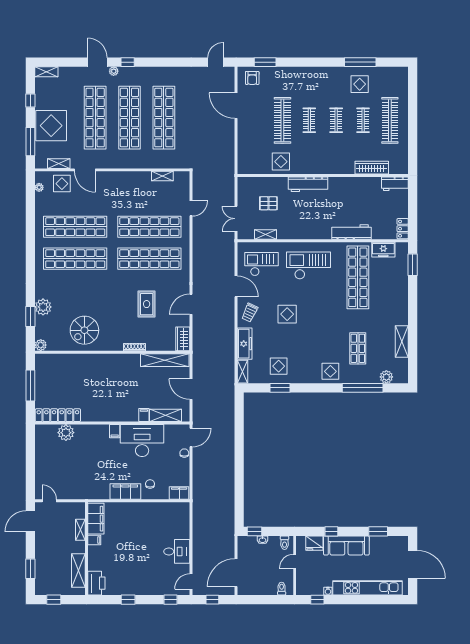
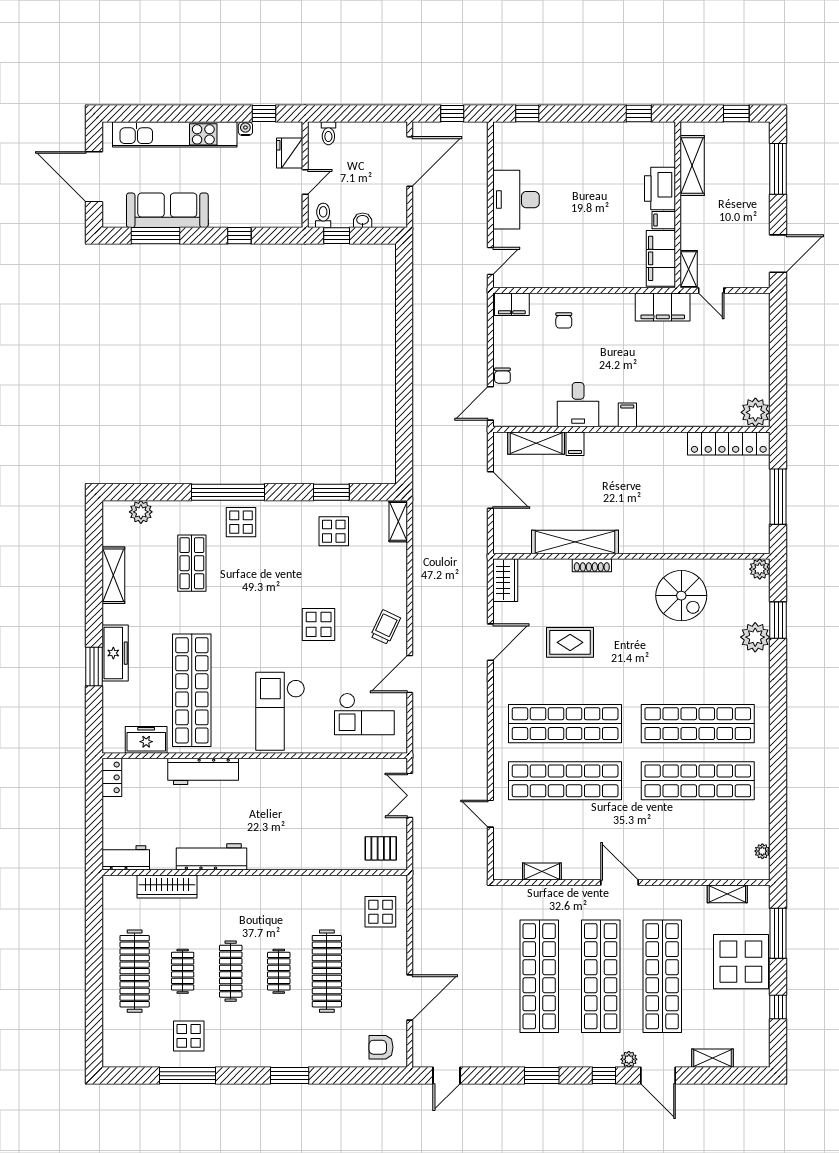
window: (162, 62) -> (542, 1076), added
window: (265, 62) -> (290, 1076), moved
shelving: (46, 72) -> (712, 1058), moved
armchair: (252, 78) -> (381, 1047), turned -90
door: (236, 106) -> (410, 998), hinge flipped
clothes rail: (336, 120) -> (231, 971), width x1.36
display table: (281, 162) -> (380, 912), moved
door: (85, 170) -> (620, 883), moved
display table: (62, 184) -> (722, 858), removed
workbench: (308, 184) -> (212, 857), moved
pallet: (268, 203) -> (381, 848), moved
door: (191, 208) -> (490, 814), hinge flipped
double door: (236, 219) -> (410, 795), swing flipped
shelving: (265, 235) -> (357, 767), removed
window: (413, 265) -> (94, 666), moved
checkout: (309, 266) -> (280, 711), turned 90
door: (236, 286) -> (410, 674), hinge flipped
rug: (147, 304) -> (570, 642), turned 90
spiral stairs: (84, 330) -> (681, 596), turned 90
freezer: (245, 344) -> (115, 653), moved, turned 180
shelving: (165, 360) -> (575, 542), moved
window: (363, 388) -> (228, 492), moved
plant: (66, 433) -> (755, 412), moved
desk: (142, 441) -> (578, 405), width x0.53, depth x0.77
filing cabinet: (125, 491) -> (663, 307), moved
door: (49, 501) -> (711, 290), moved
shelving: (80, 530) -> (689, 269), moved
window: (255, 531) -> (337, 236), moved
window: (378, 531) -> (156, 236), width x1.44
fridge: (314, 543) -> (290, 153), moved, turned -90
sofa: (346, 546) -> (167, 210), moved
desk: (177, 551) -> (516, 200), width x1.37
window: (30, 569) -> (778, 169), width x1.44
door: (191, 581) -> (490, 261), moved
printer: (96, 583) -> (660, 188), moved
window: (128, 600) -> (639, 114), moved

